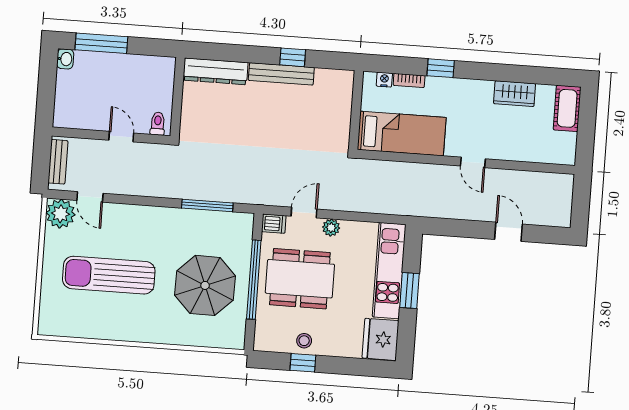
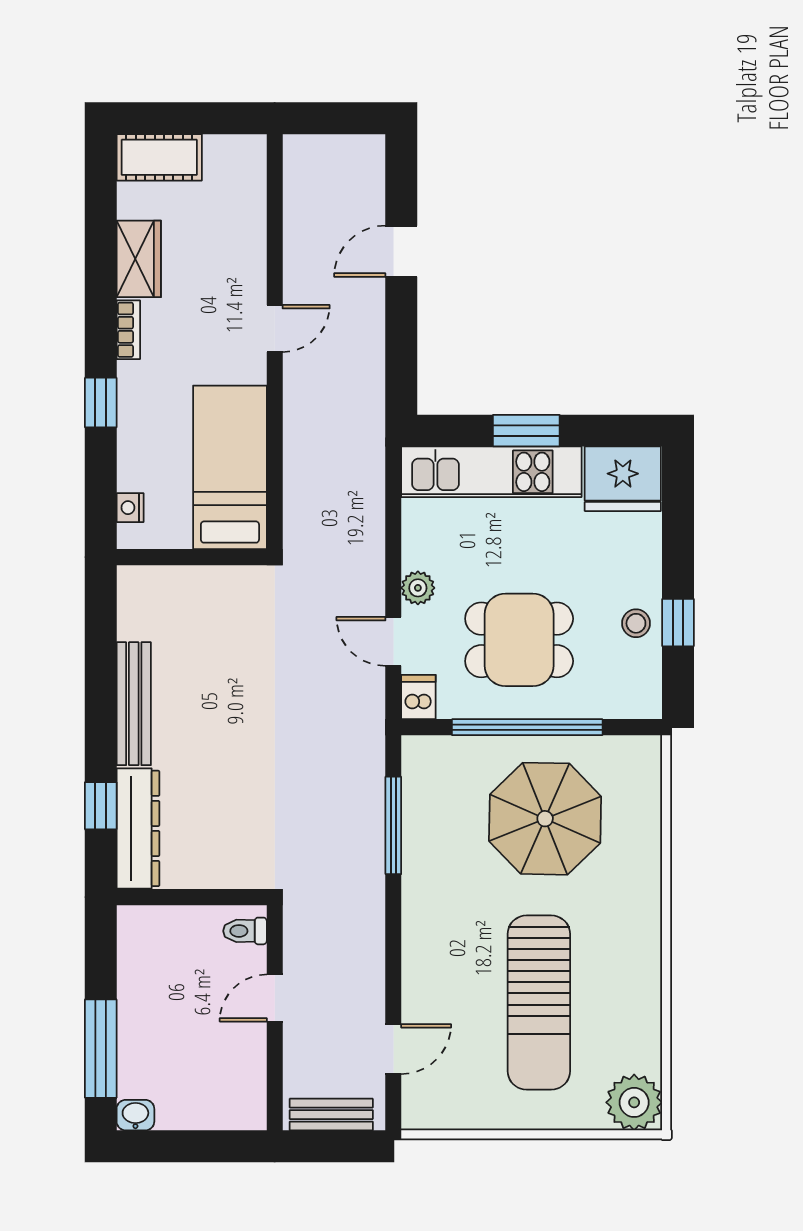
window: (293, 57) -> (101, 806), moved
bookcase: (409, 80) -> (128, 330), moved
plant: (61, 214) -> (634, 1102), moved
dining table: (300, 279) -> (519, 640), width x0.73

